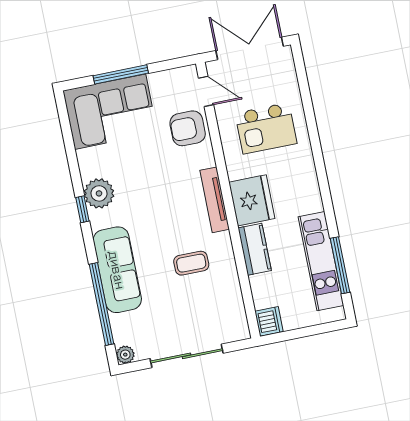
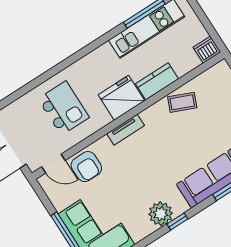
door: (206, 91) -> (53, 164), swing flipped
tv unit: (215, 200) -> (126, 130), width x0.71
coffee table: (191, 263) -> (182, 102), moved, turned -67

